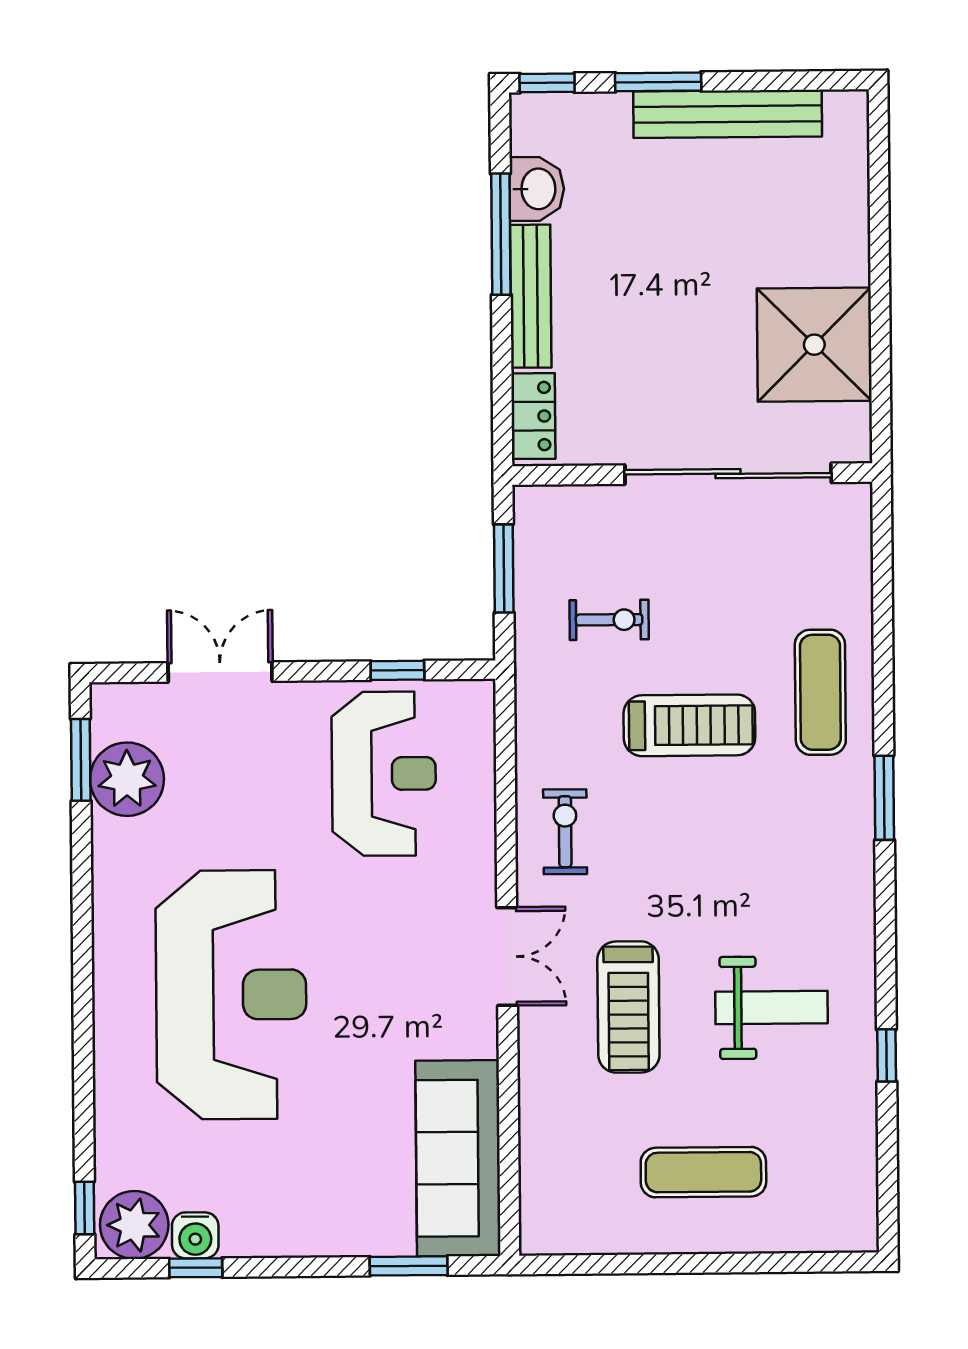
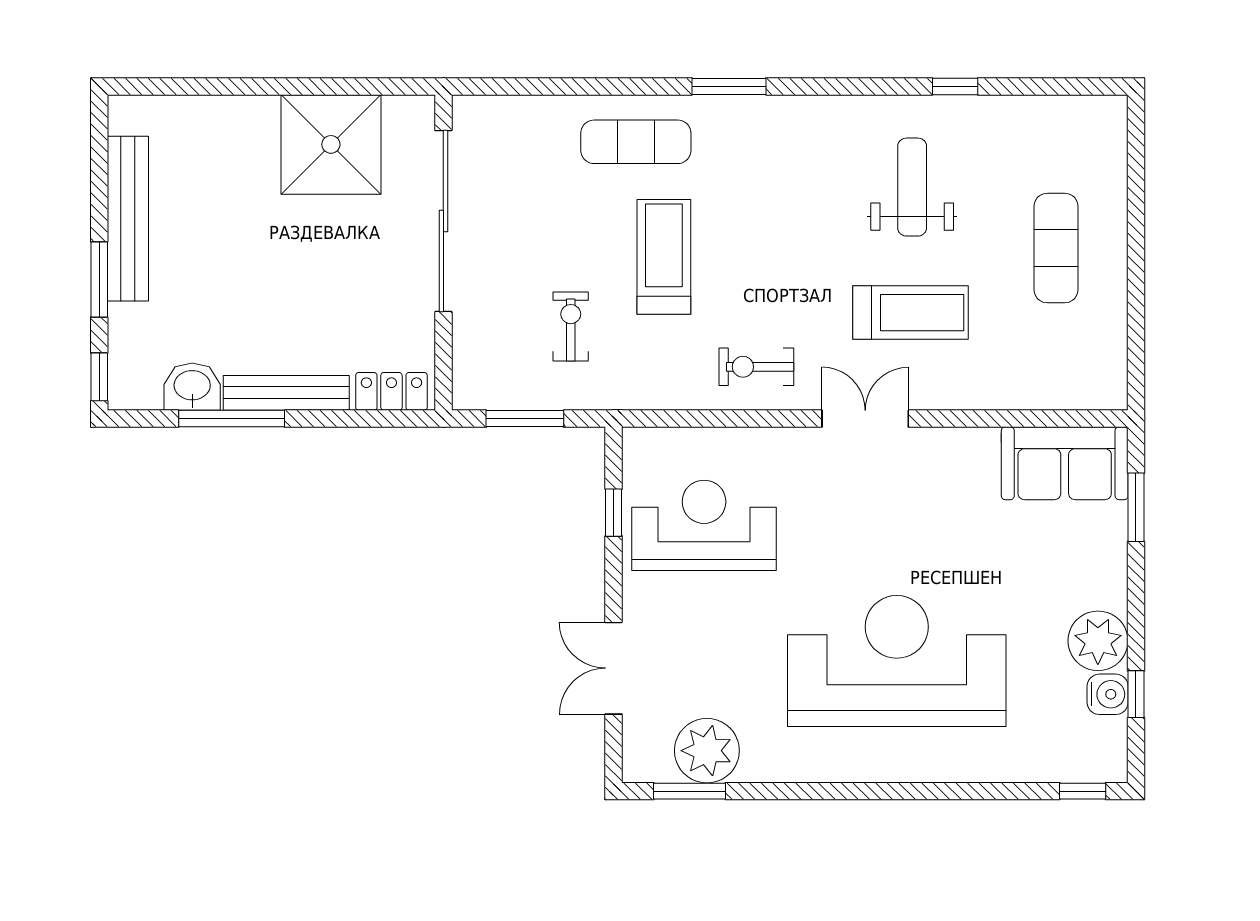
sofa: (458, 1158) -> (1065, 463), width x0.73
plant: (134, 1225) -> (1098, 641), moved

